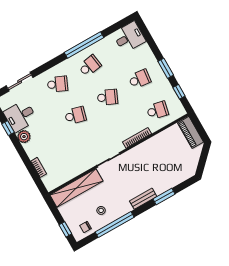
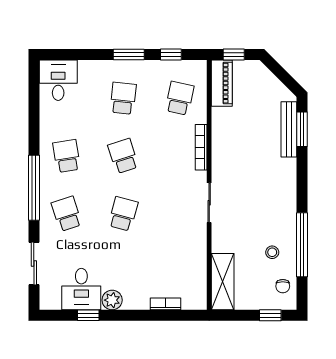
window: (84, 45) -> (34, 188), moved
school desk: (58, 84) -> (67, 214), turned -42
school desk: (107, 97) -> (123, 156), turned -42
window: (199, 127) -> (234, 55), added
piano: (190, 132) -> (222, 83), moved, turned -90
shelving: (76, 188) -> (223, 282), width x0.68
window: (164, 197) -> (302, 129), moved
bench: (143, 199) -> (289, 129), moved, width x1.36

